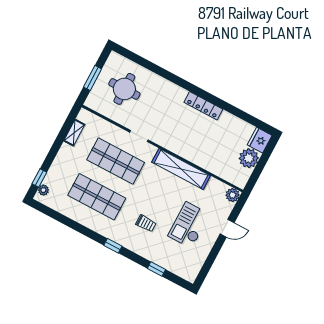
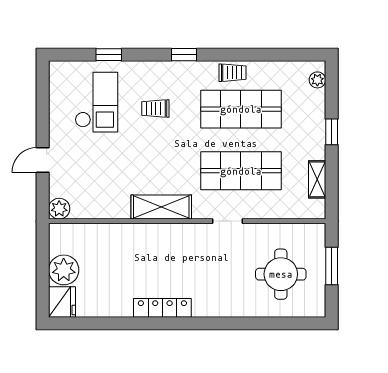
shelving: (181, 169) -> (161, 207), width x0.68
window: (39, 178) -> (332, 132), moved
trolley: (90, 220) -> (233, 73), added
checkout: (189, 225) -> (96, 102), moved

